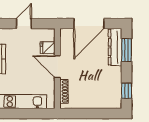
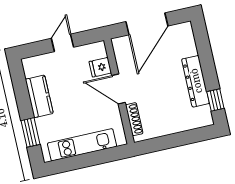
dresser: (115, 47) -> (196, 81), moved
window: (127, 50) -> (204, 47), removed

